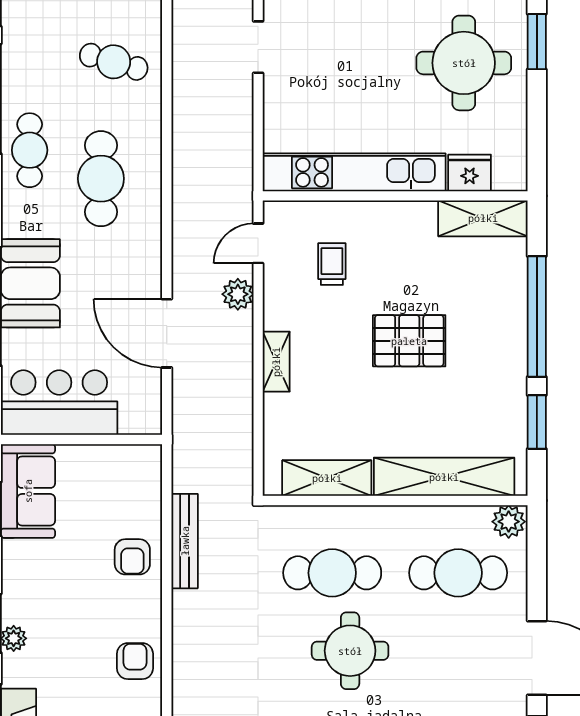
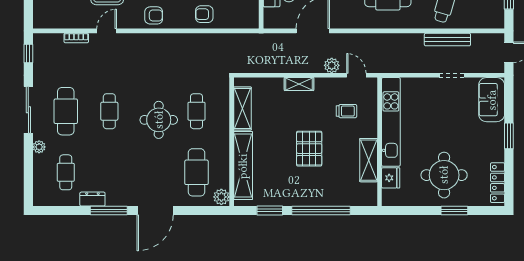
shelving: (483, 218) -> (369, 160), moved
bench: (185, 541) -> (447, 40), moved
cafe table: (332, 573) -> (196, 111), width x0.73, depth x0.74

